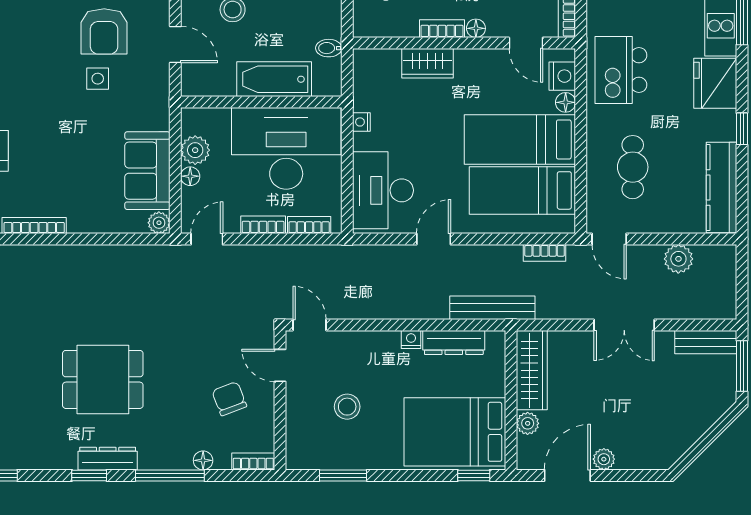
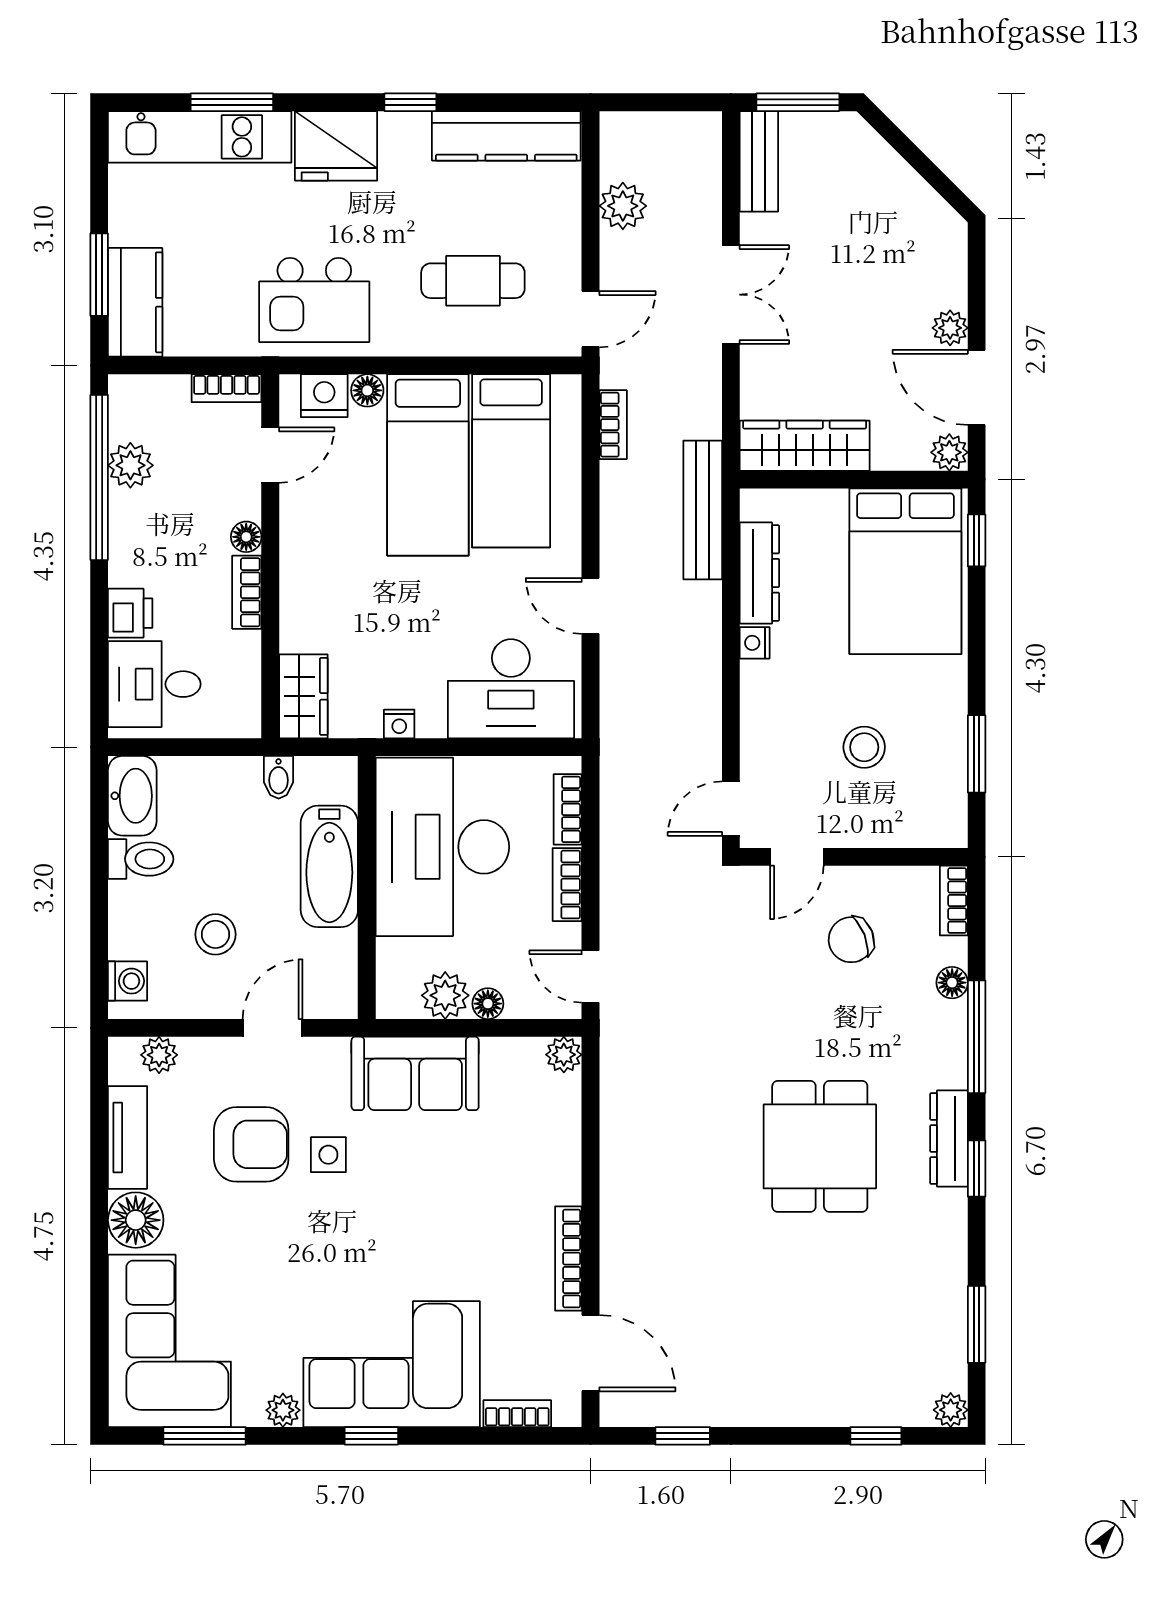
wardrobe: (428, 63) -> (303, 696), moved
sofa: (147, 171) -> (415, 1073), moved
plant: (528, 423) -> (949, 452), moved

